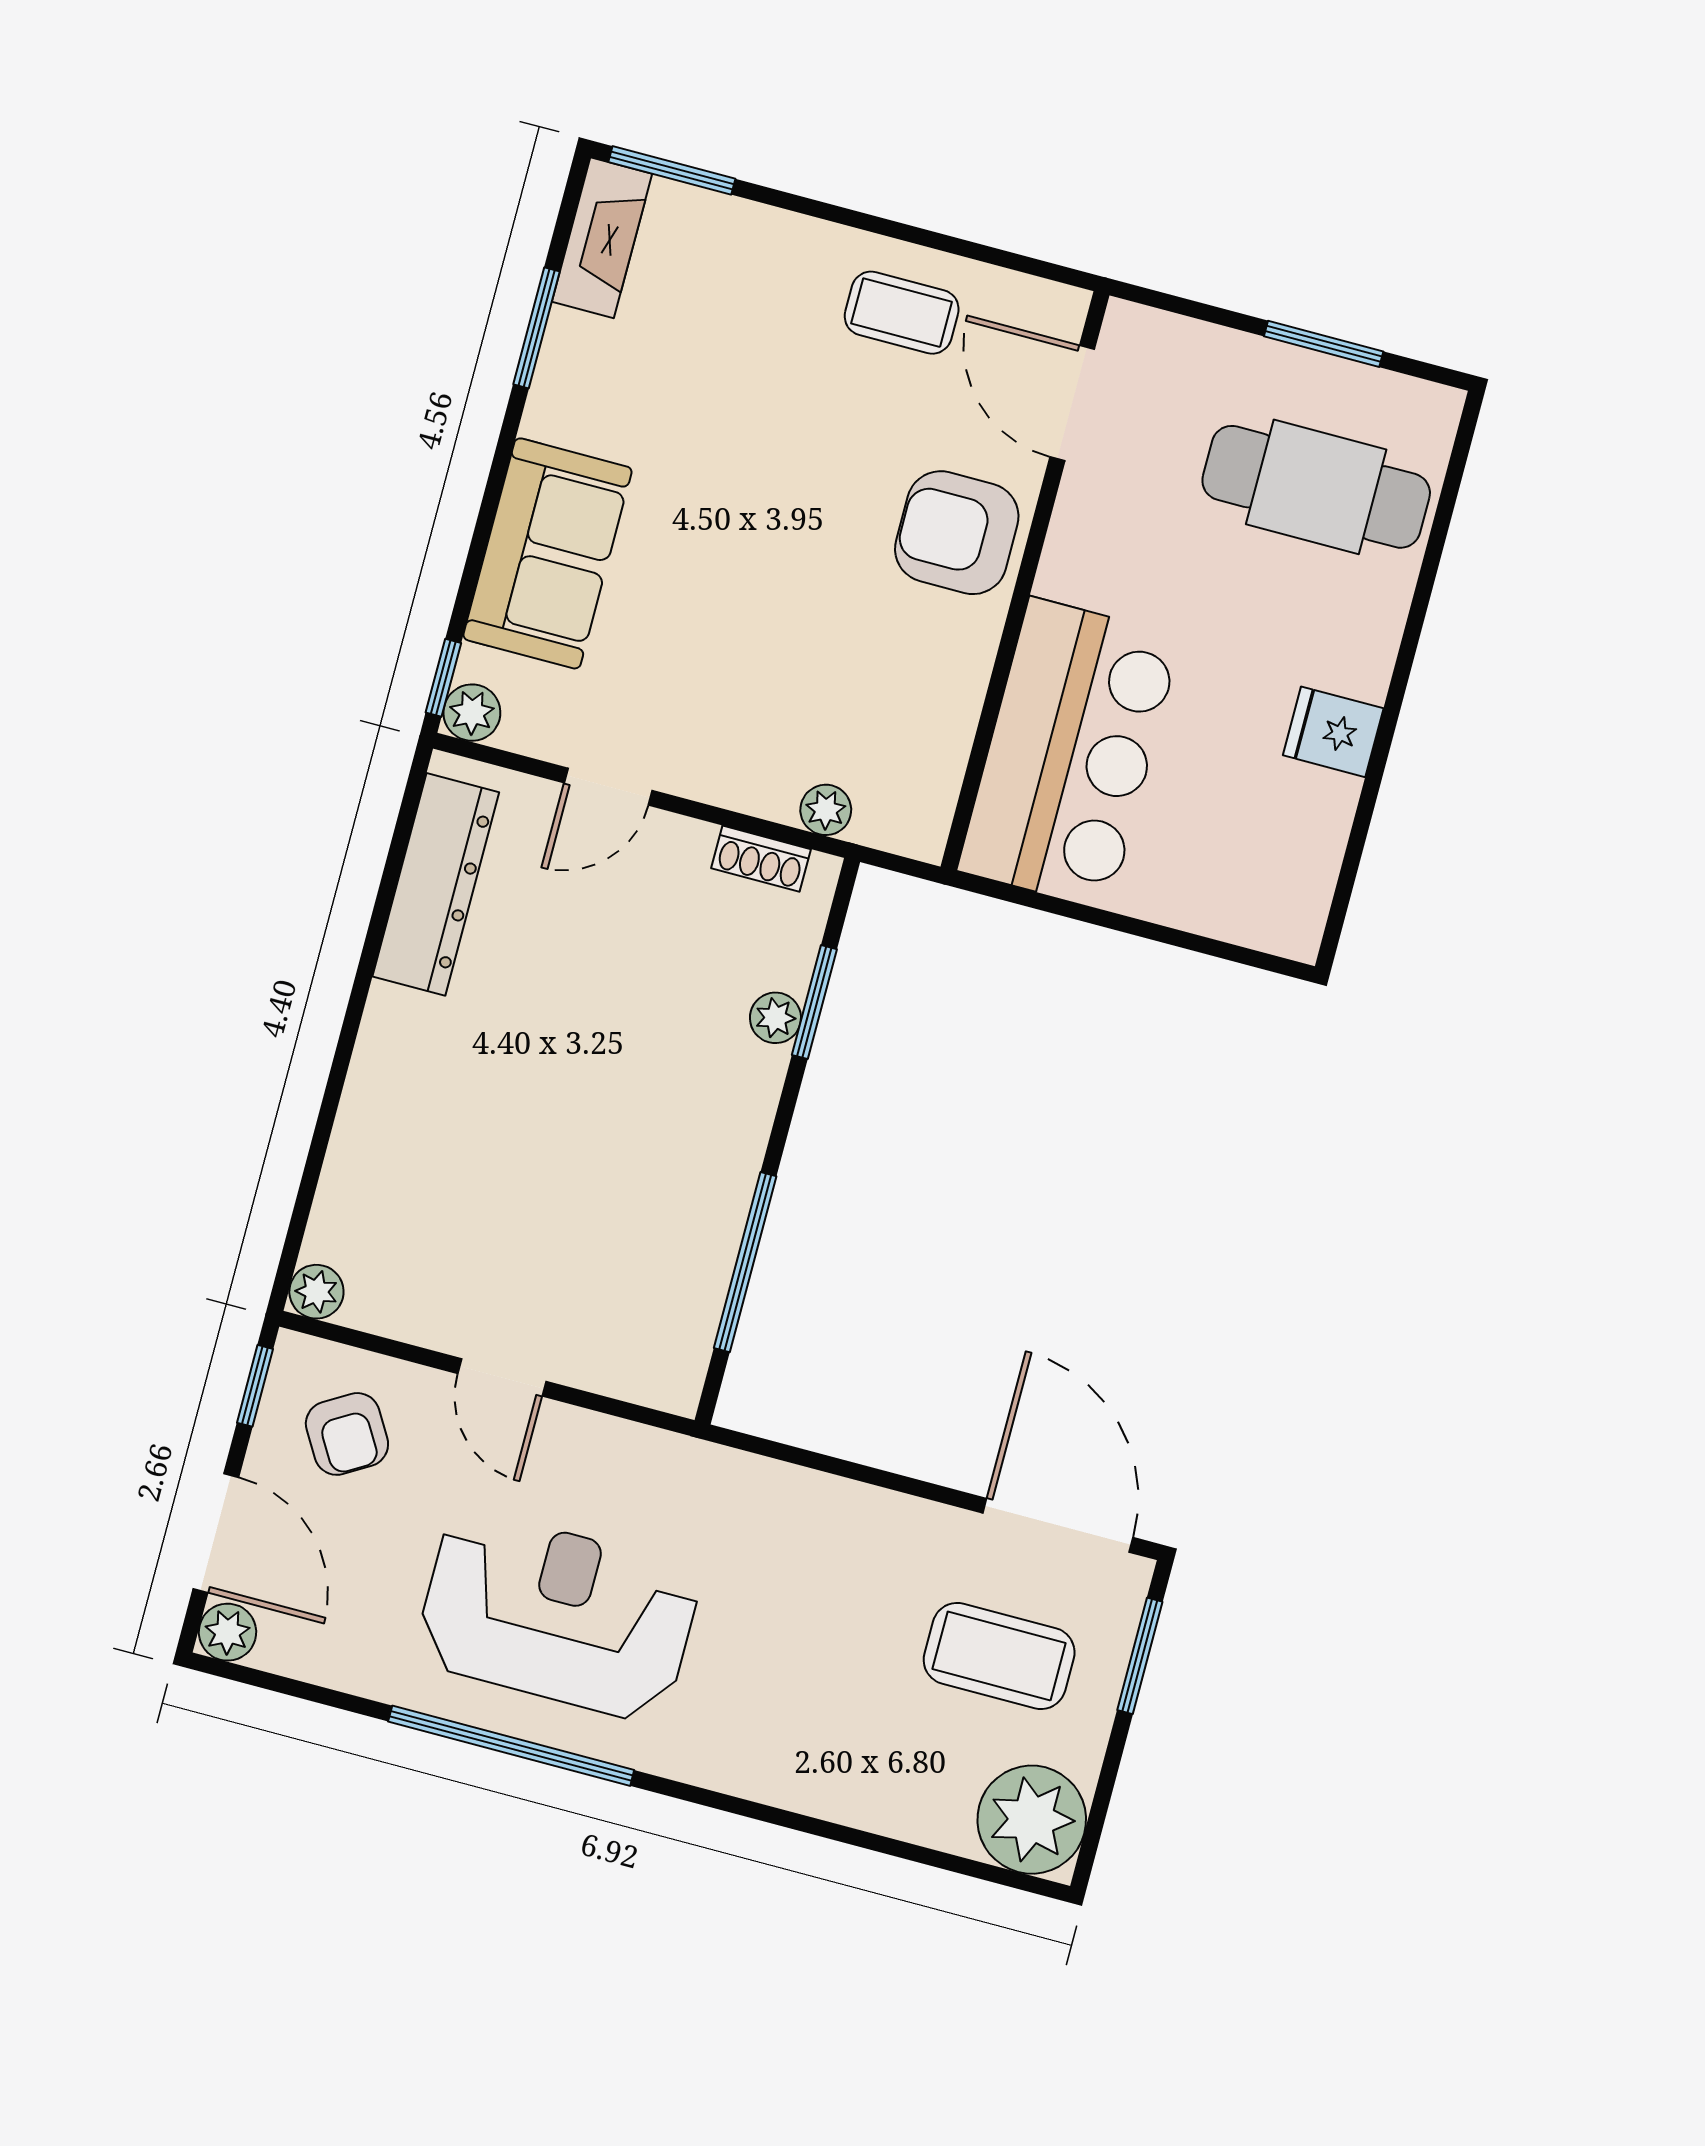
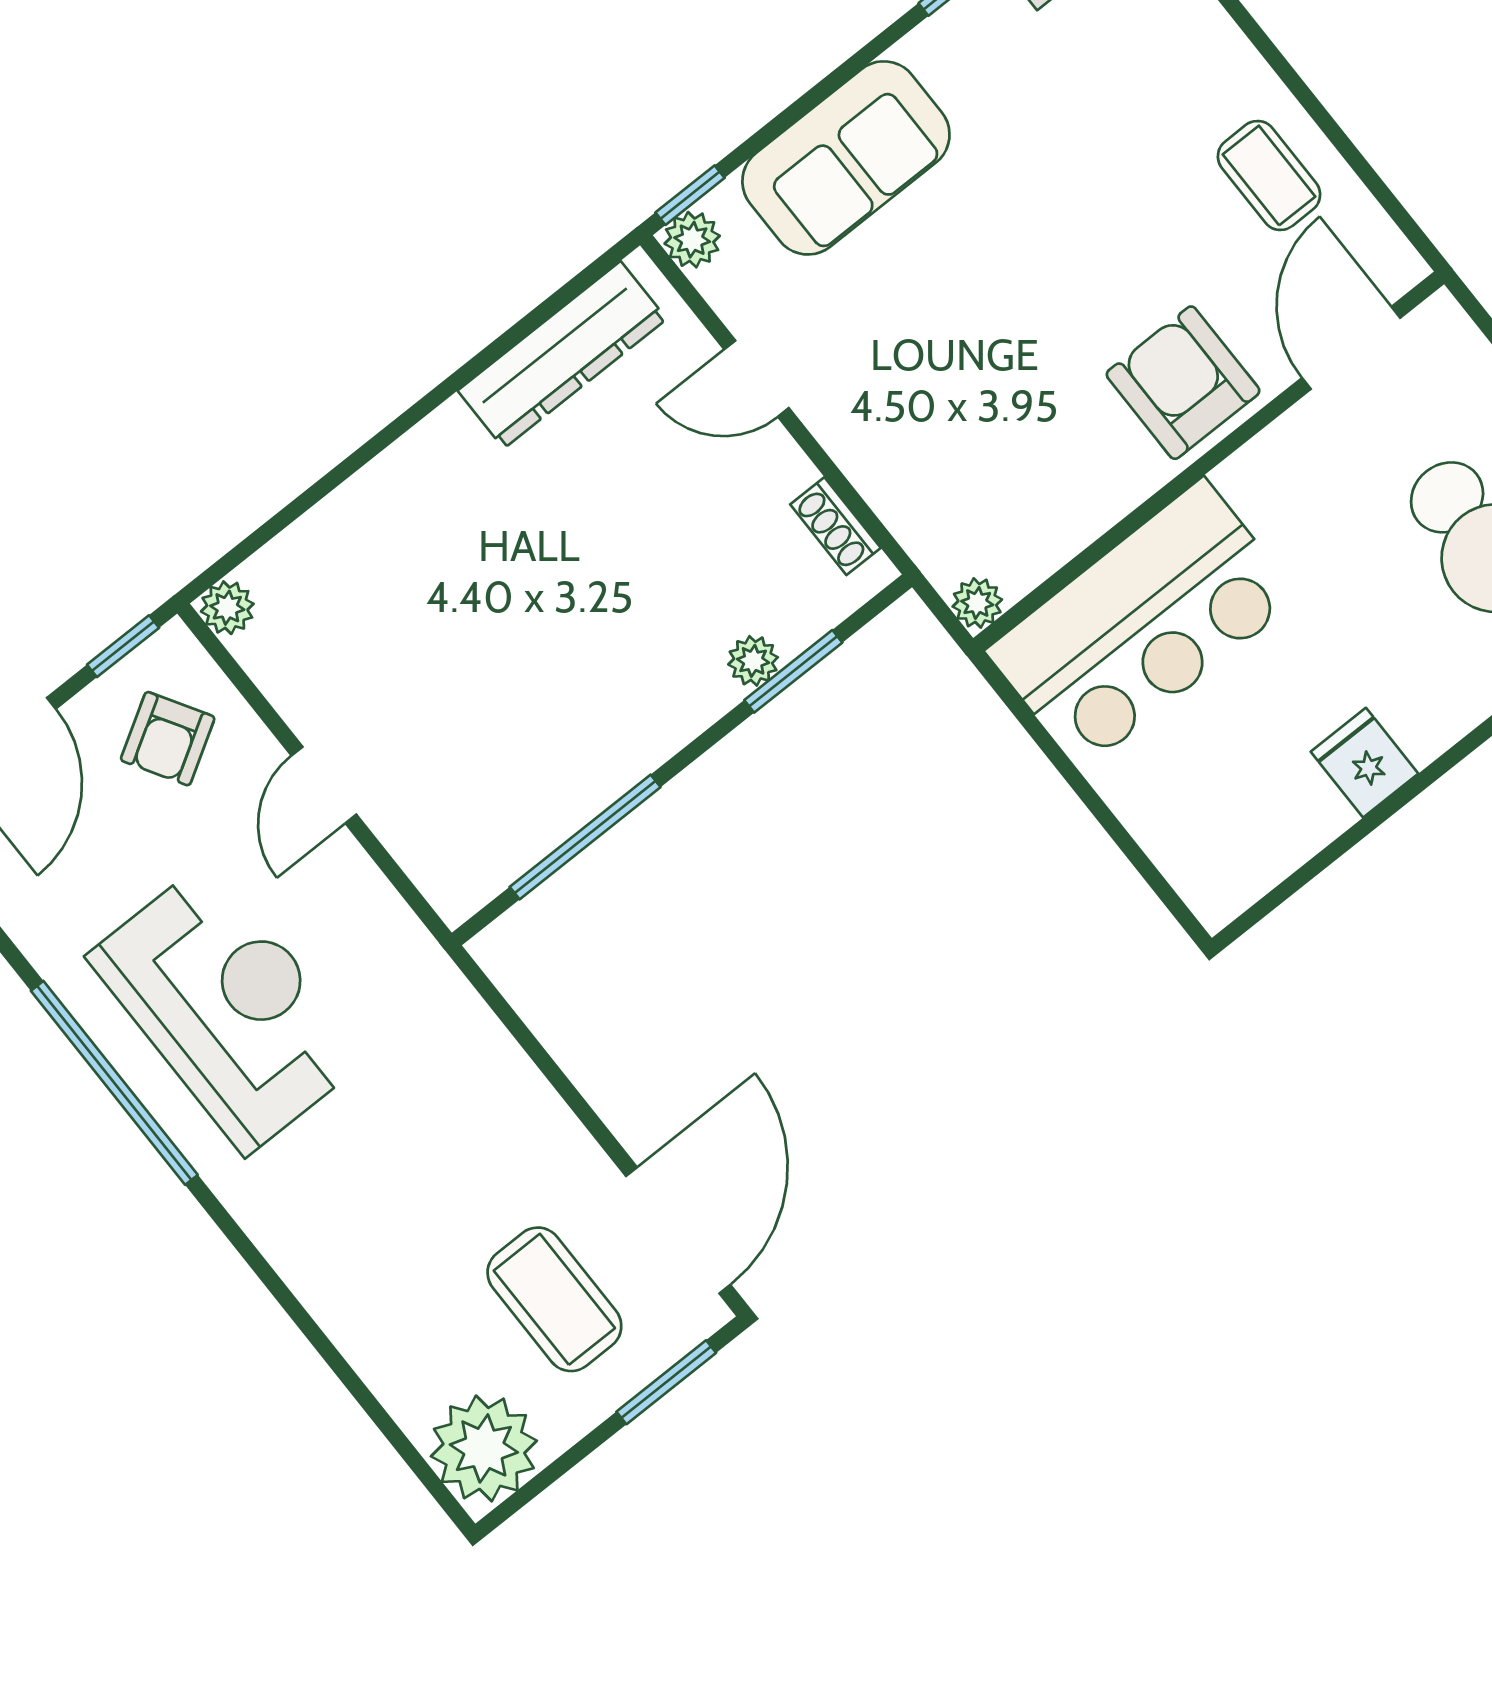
plant: (826, 810) -> (977, 603), moved

